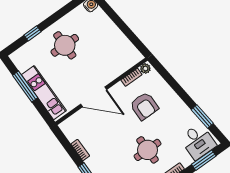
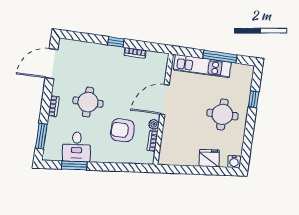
fridge: (105, 25) -> (209, 158), added
plant: (145, 69) -> (154, 124), moved
desk: (198, 142) -> (77, 147), moved, turned -96

